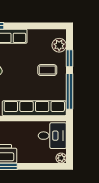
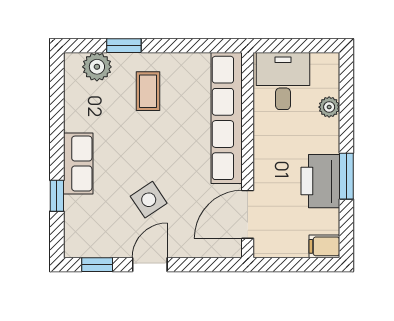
window: (69, 91) -> (192, 46), removed
plant: (61, 158) -> (329, 107), moved

